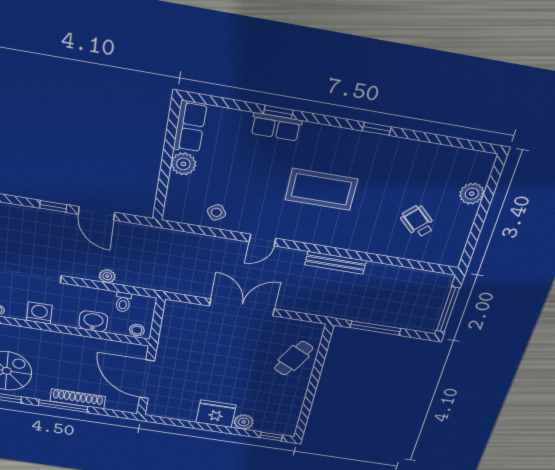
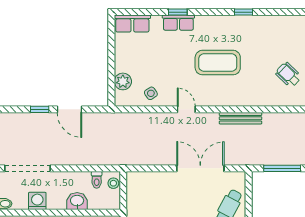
row of seats: (190, 127) -> (132, 24), moved, turned 90
plant: (183, 164) -> (123, 81), moved
door: (262, 240) -> (186, 109), swing flipped
plant: (107, 276) -> (83, 160), removed
double door: (242, 307) -> (200, 168), moved
stool: (137, 330) -> (113, 183), moved

